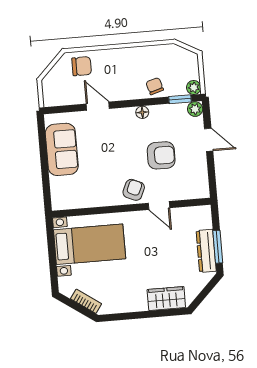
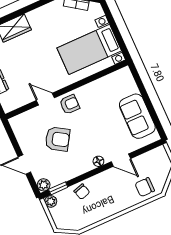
floor lamp: (142, 112) -> (98, 161), moved
armchair: (161, 155) -> (58, 139), turned -148
armchair: (134, 190) -> (70, 104), turned -114

